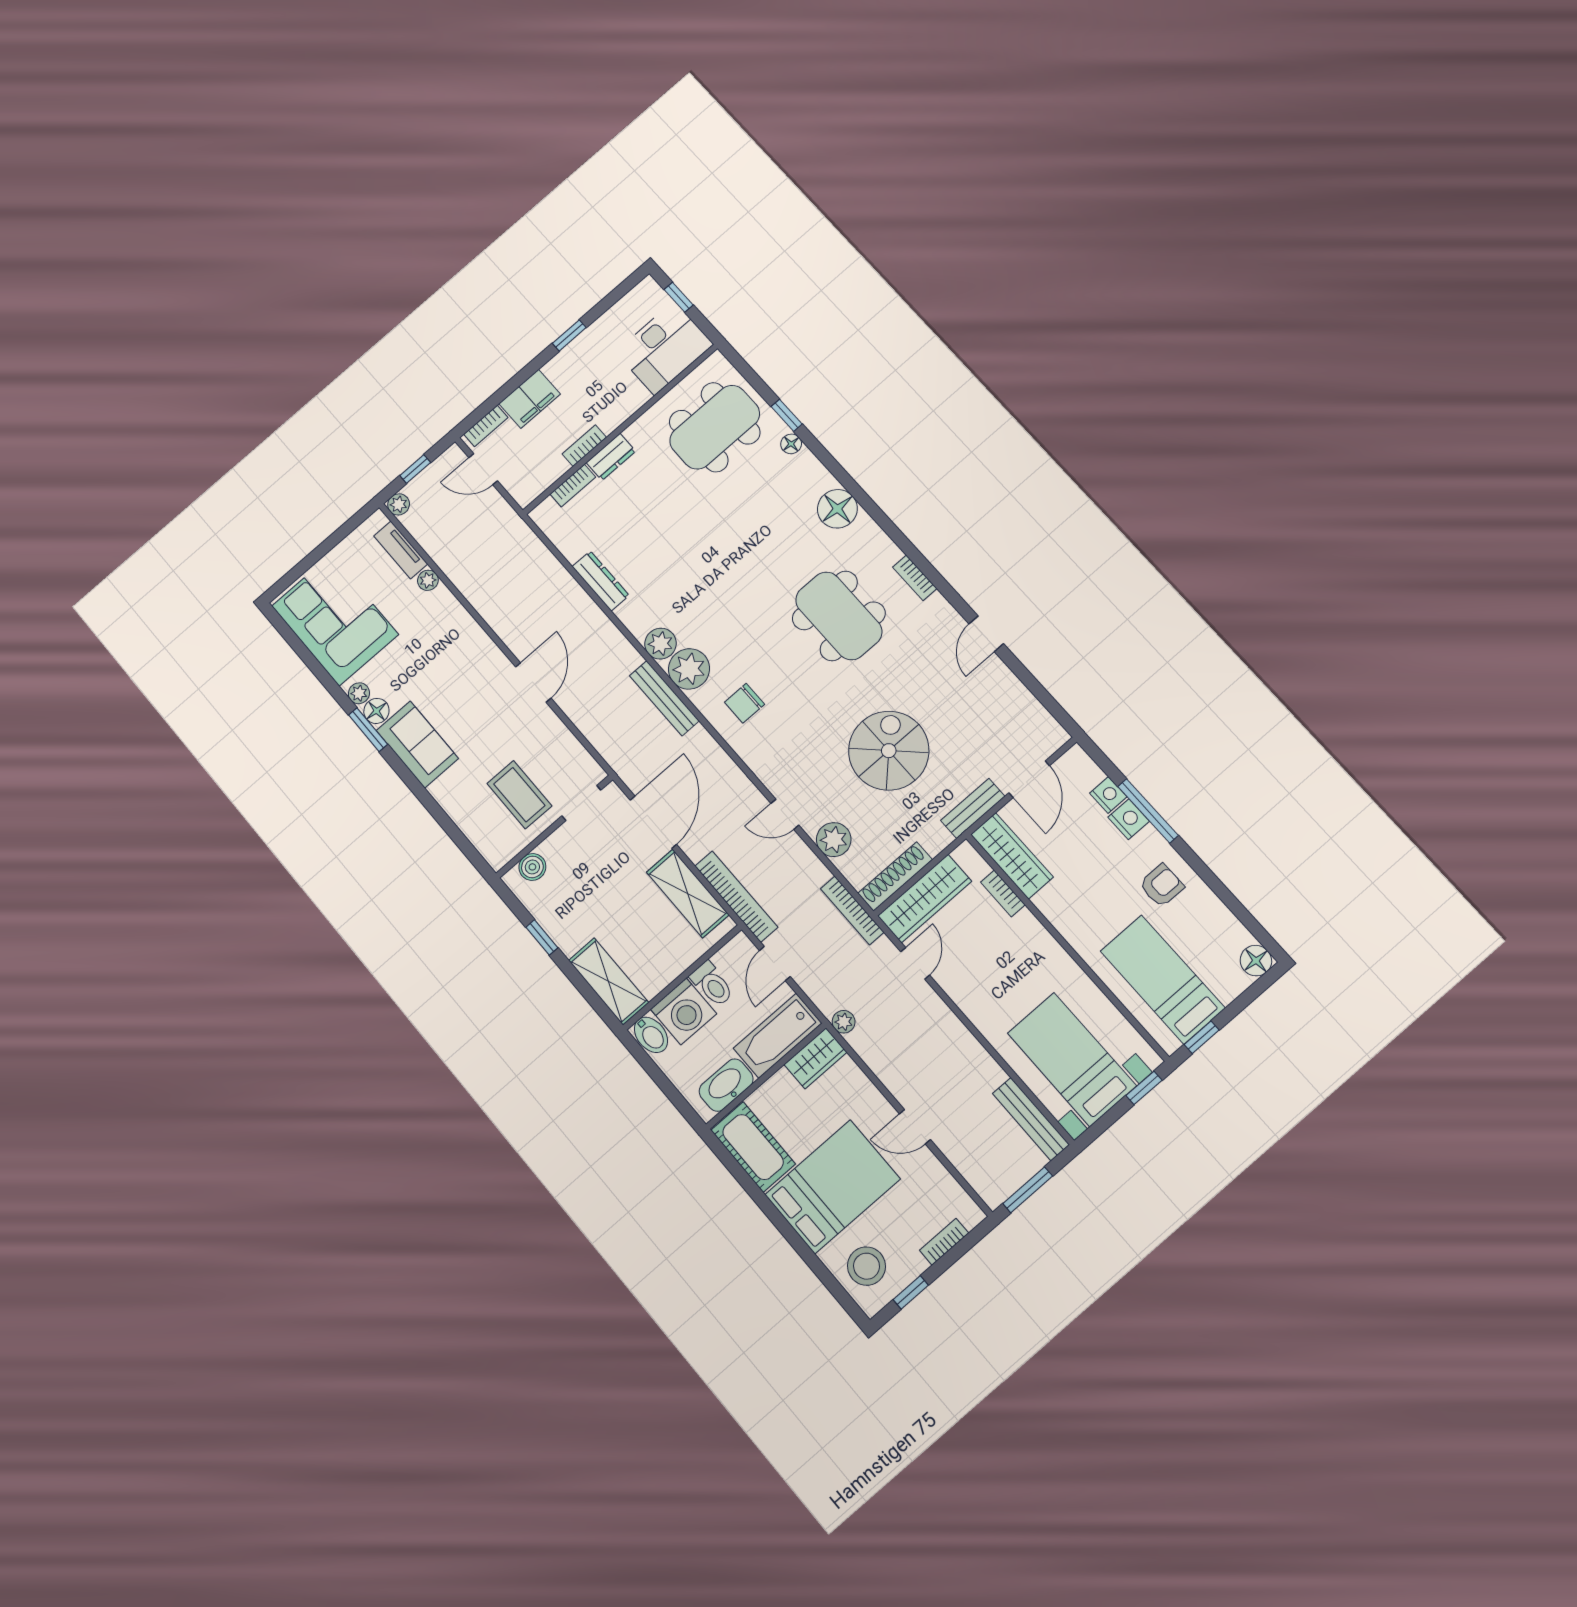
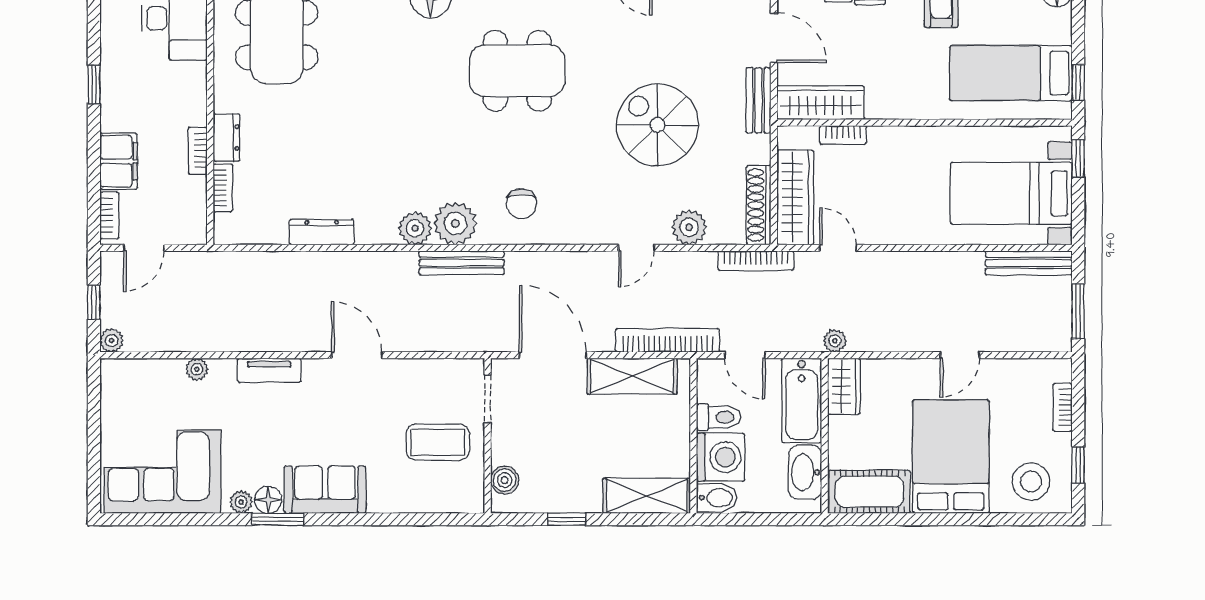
tv unit: (401, 550) -> (269, 370), moved

